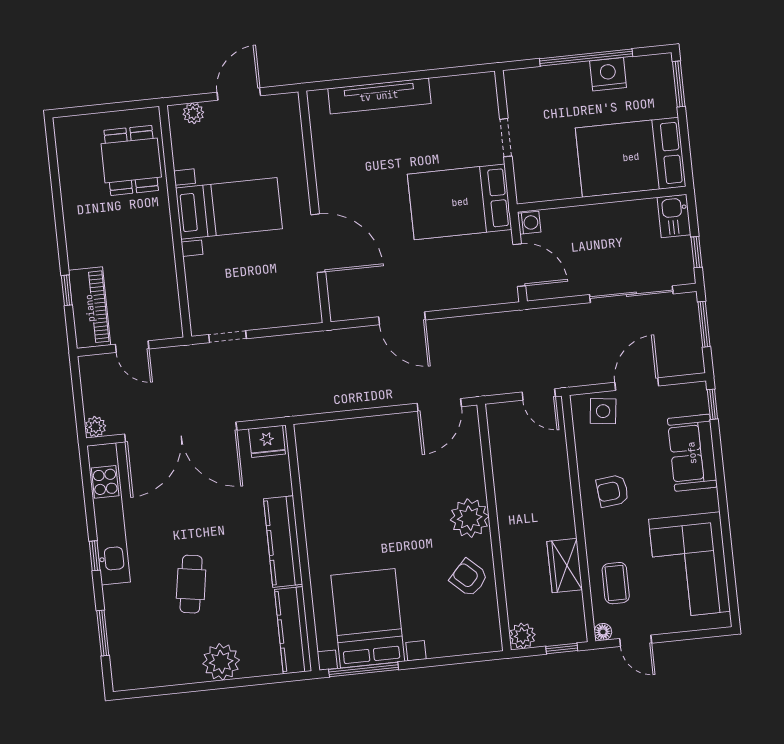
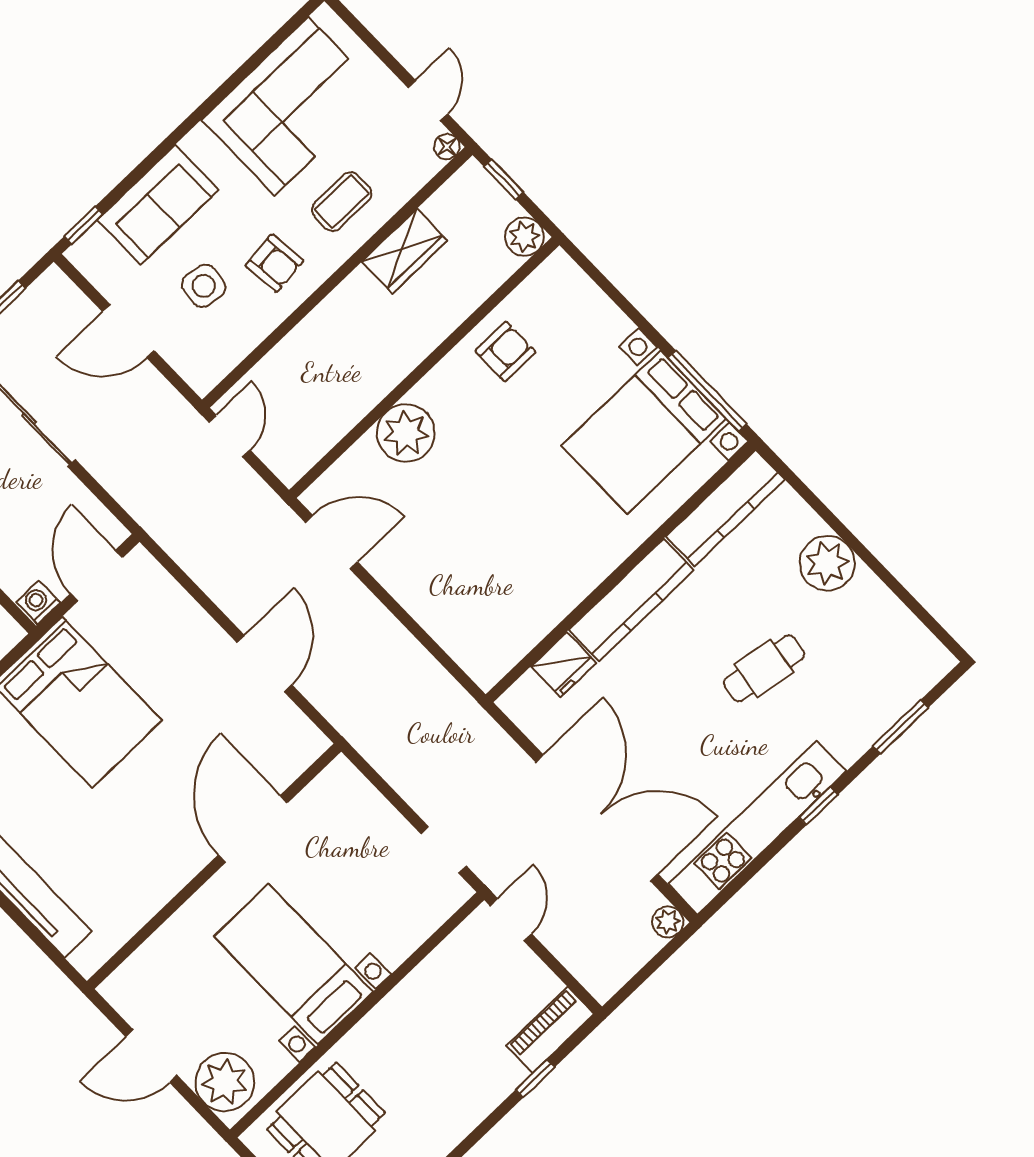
plant: (193, 113) -> (225, 1082), width x1.88, depth x1.88
piano: (90, 308) -> (550, 1030), width x0.73, depth x0.75
door: (132, 347) -> (511, 920), moved
side table: (603, 411) -> (204, 286), moved
fridge: (267, 441) -> (564, 664), moved, turned 90
plant: (470, 518) -> (406, 433), moved
armchair: (469, 578) -> (505, 351), turned -133
coffee table: (616, 583) -> (342, 202), moved

